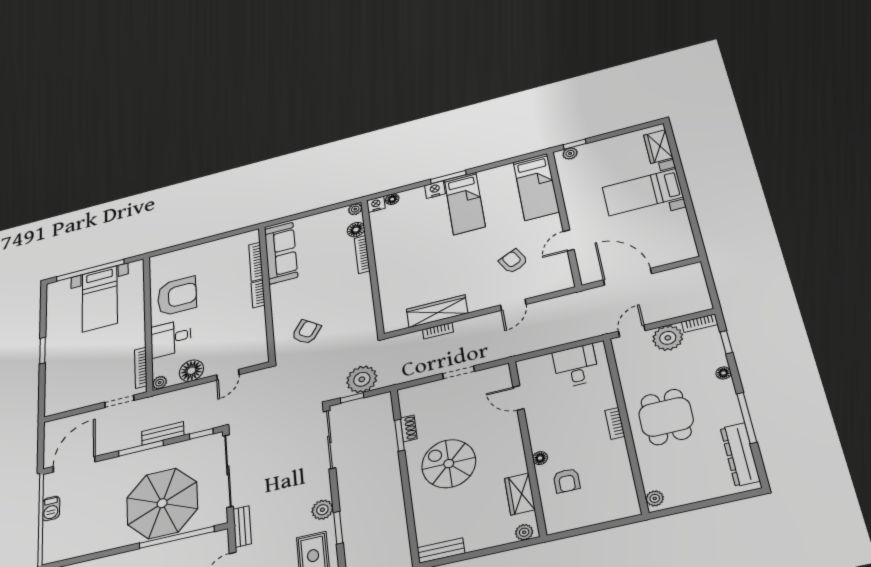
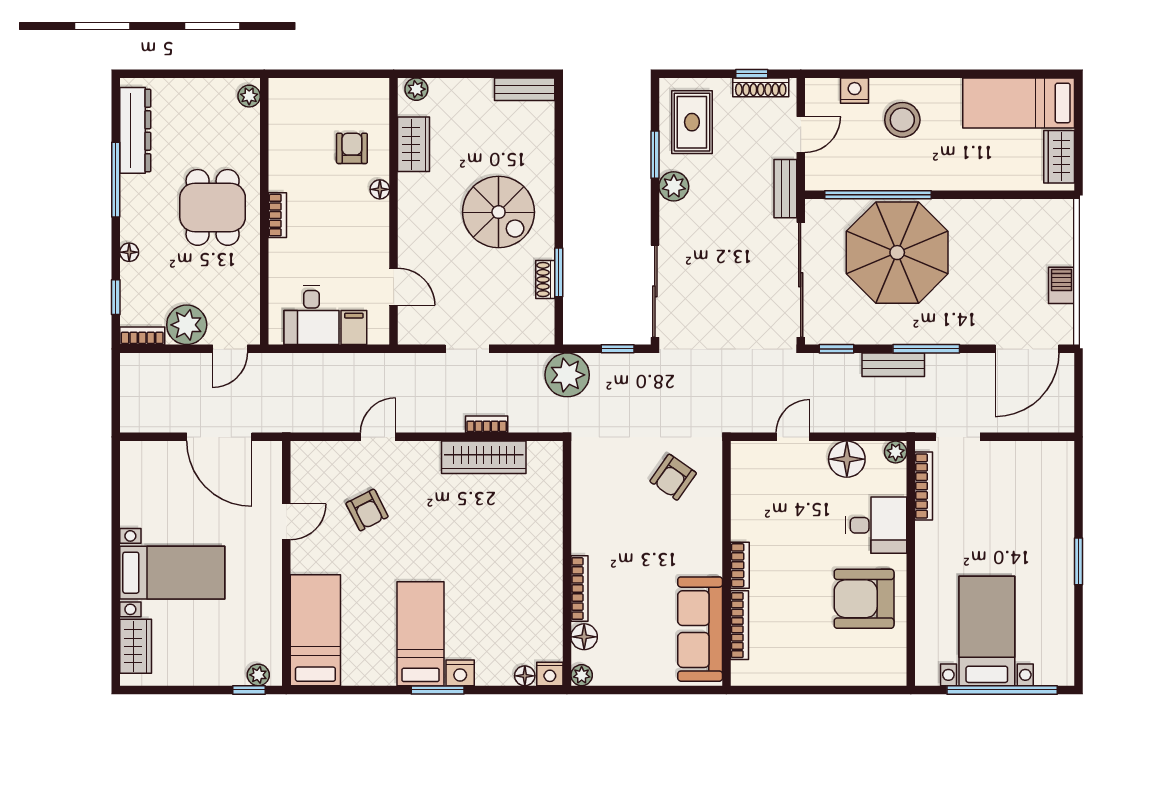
filing cabinet: (543, 366) -> (354, 328), added
plant: (362, 379) -> (567, 375), moved

